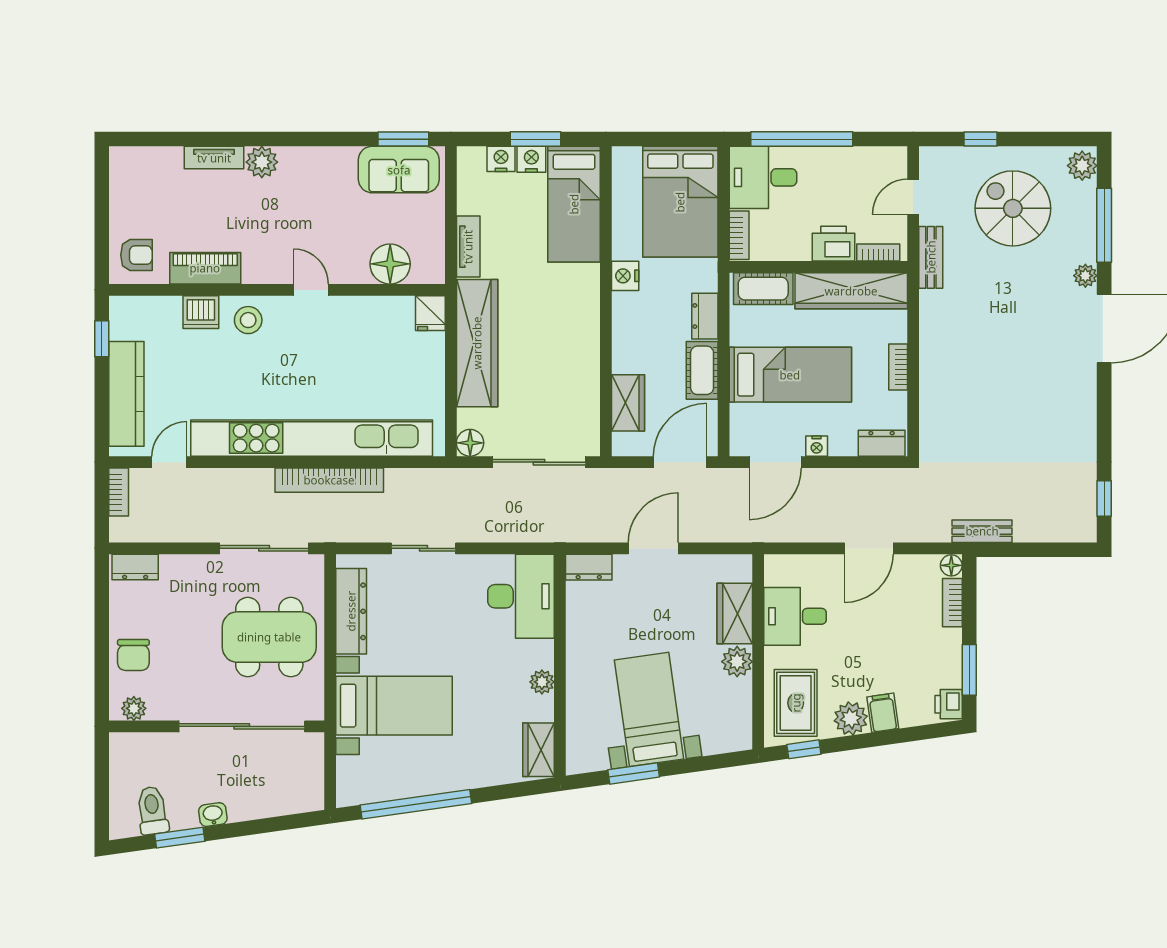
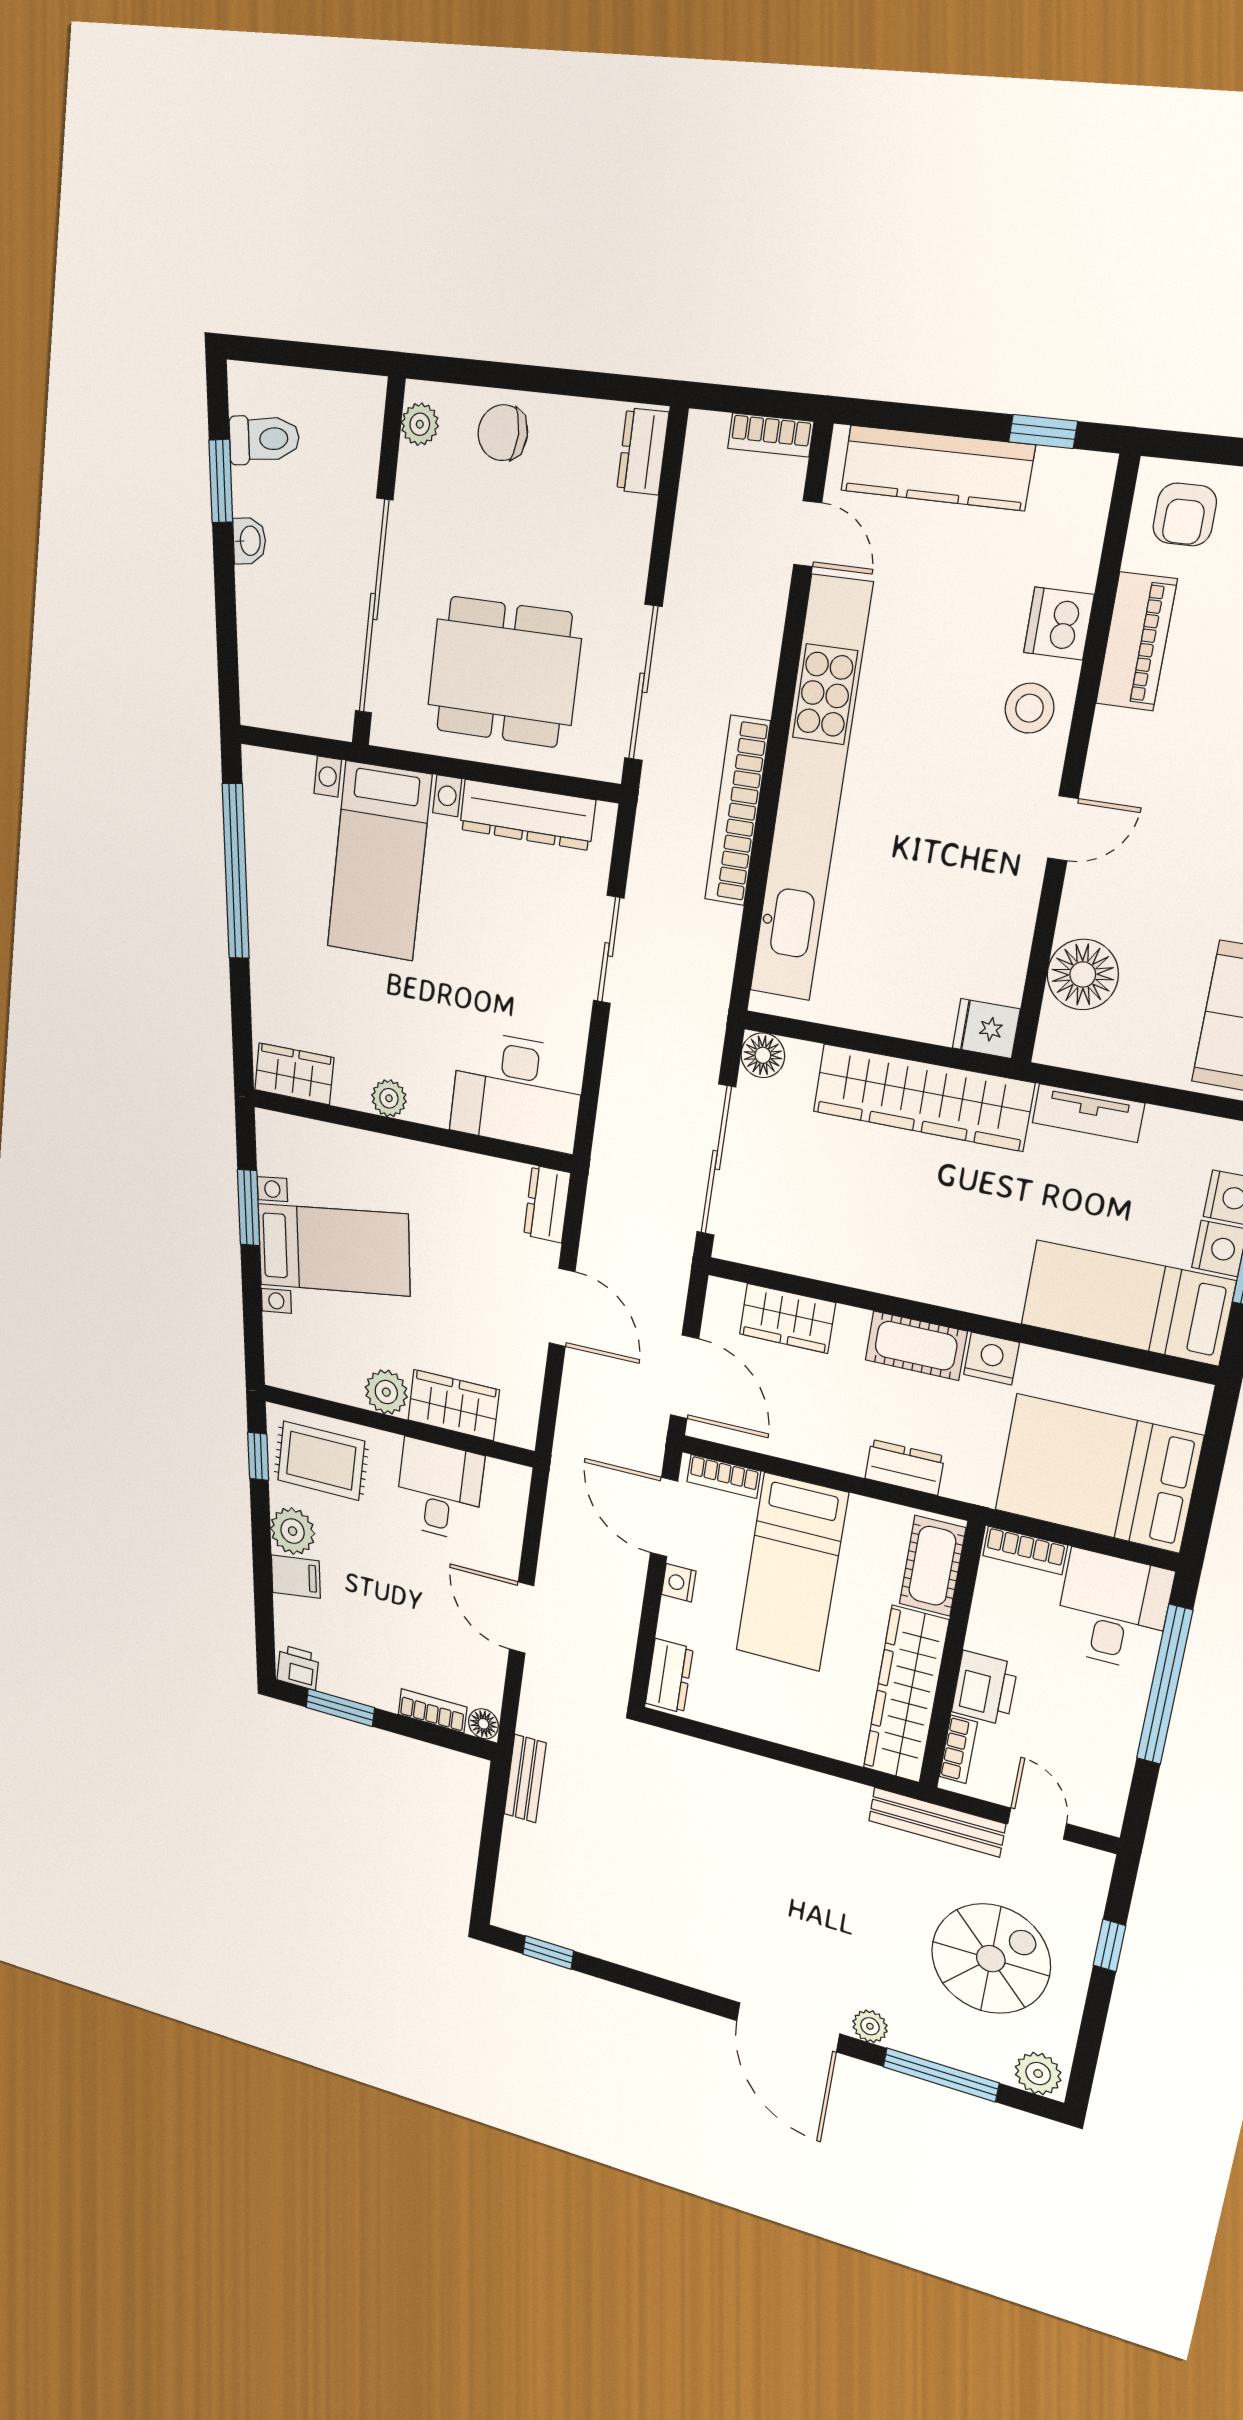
bench: (931, 257) -> (937, 1822), width x1.36
bookcase: (898, 367) -> (724, 1476), moved, turned 180
cot: (702, 370) -> (916, 1346), moved
dining table: (269, 637) -> (504, 672), turned 90

